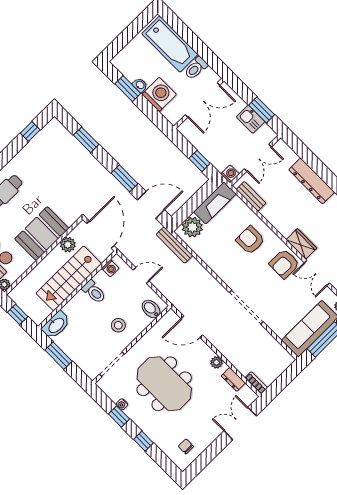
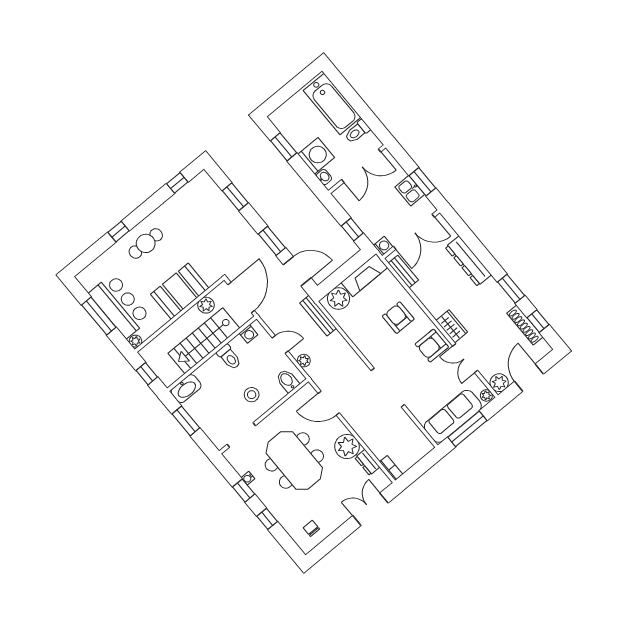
washbasin: (140, 85) -> (324, 177), moved
double door: (258, 158) -> (414, 232), width x1.37
plant: (165, 289) -> (304, 361), added
plant: (217, 362) -> (347, 446), width x1.88, depth x1.88

